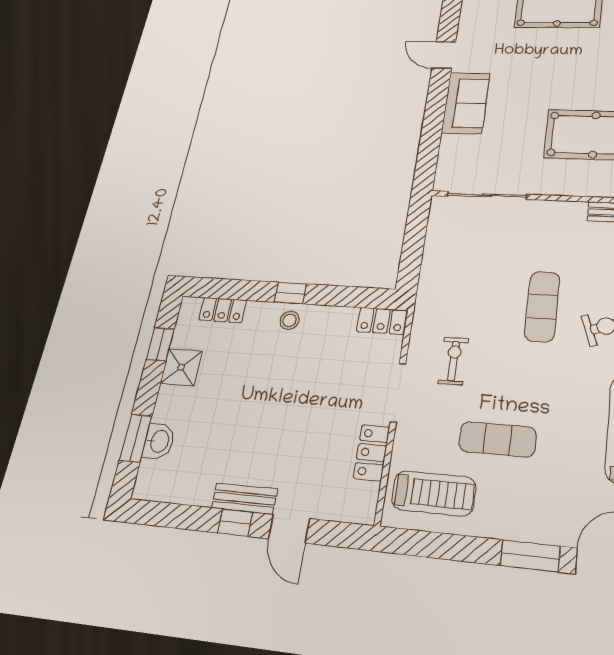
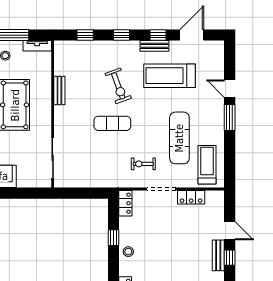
window: (290, 293) -> (113, 238), moved
exercise mat: (498, 439) -> (179, 138), width x1.36, depth x1.45
door: (289, 529) -> (230, 231), hinge flipped

